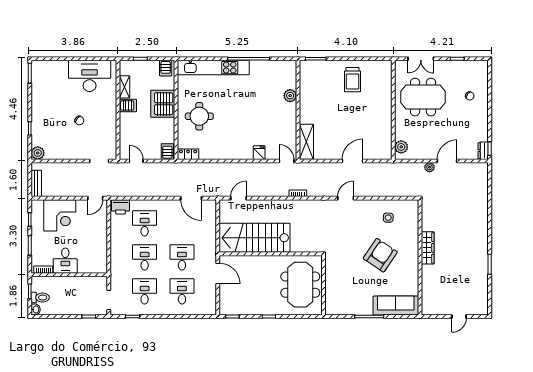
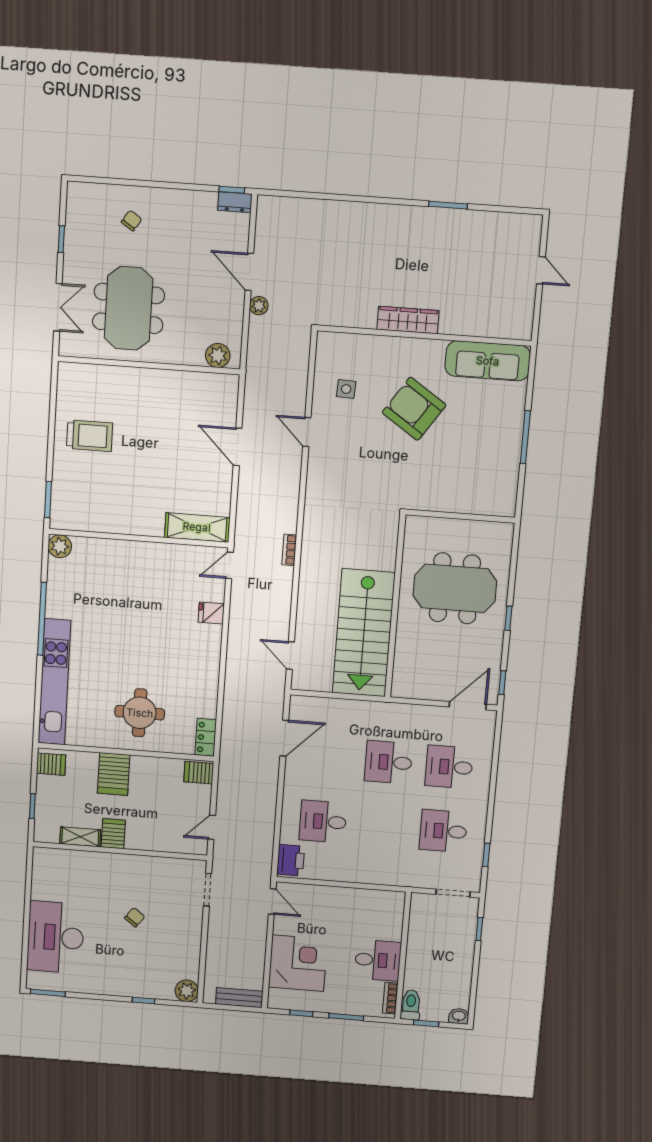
desk: (90, 76) -> (56, 937), moved
plant: (290, 96) -> (60, 546), moved
server rack: (163, 104) -> (114, 774), width x0.62
door: (346, 198) -> (307, 432), moved
desk: (145, 257) -> (383, 826), removed
door: (218, 274) -> (468, 706), moved
meeting table: (300, 285) -> (455, 588), moved
toilet: (40, 298) -> (411, 1005), moved
sofa: (396, 306) -> (488, 361), moved, turned -90

